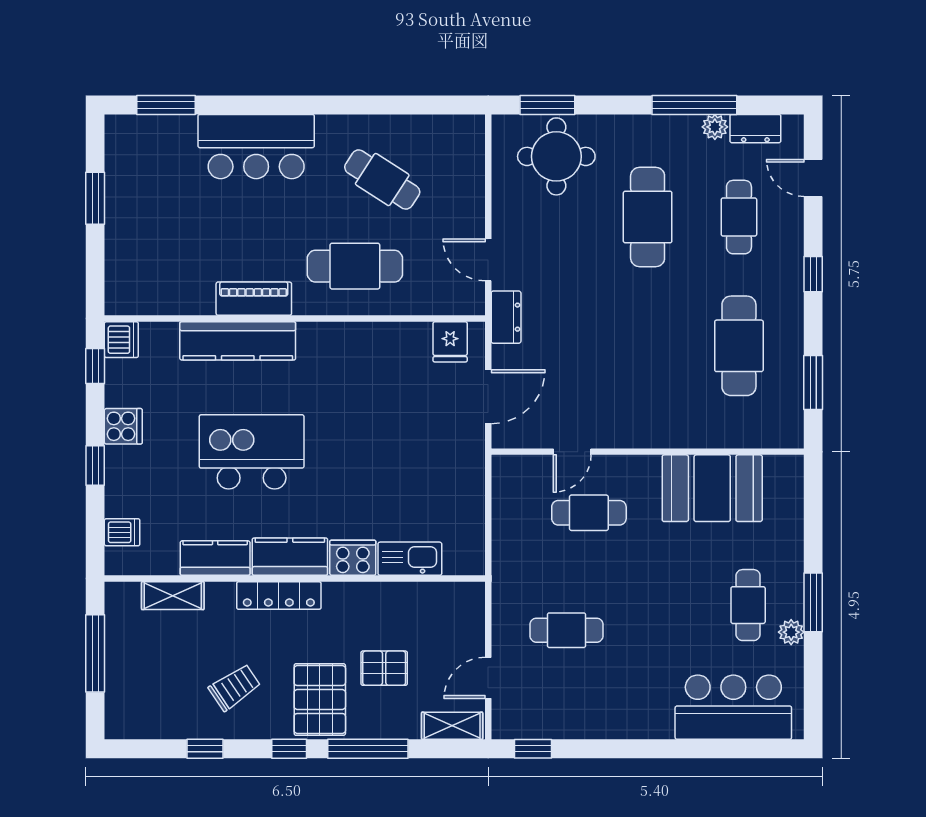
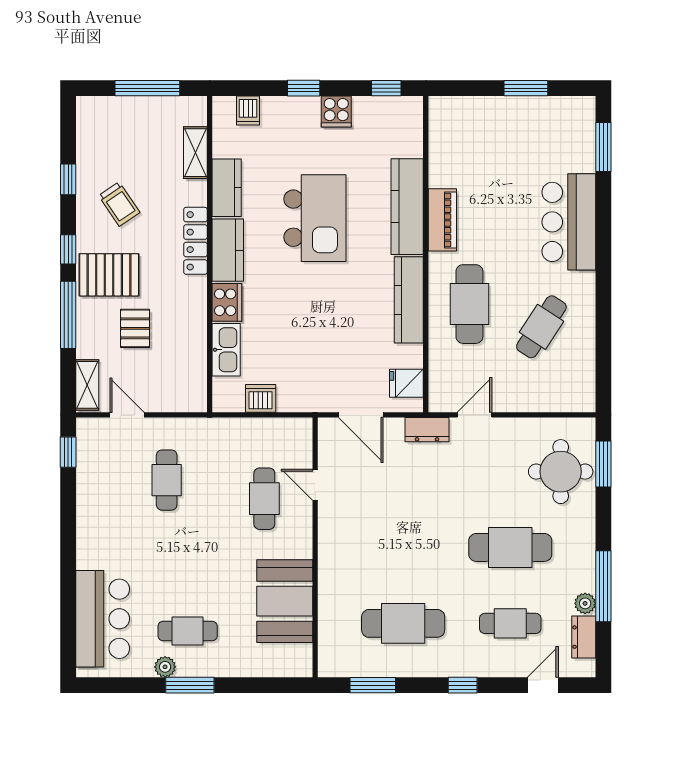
kitchen counter: (350, 339) -> (409, 300), added
dishwasher: (121, 340) -> (261, 398), moved, turned 180

